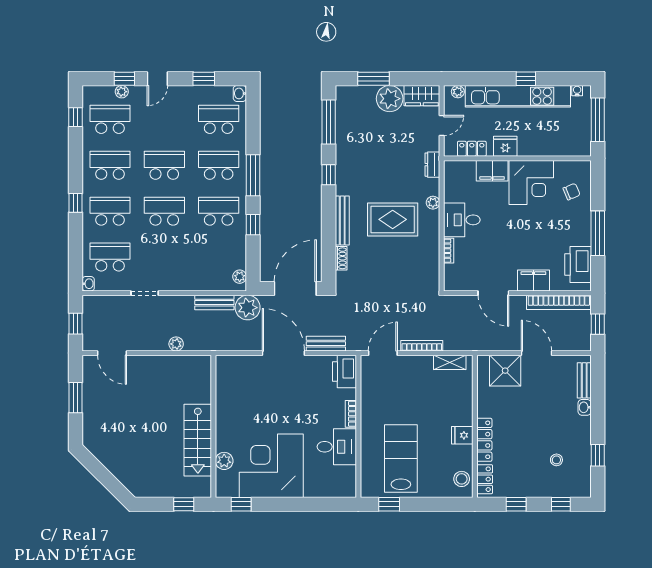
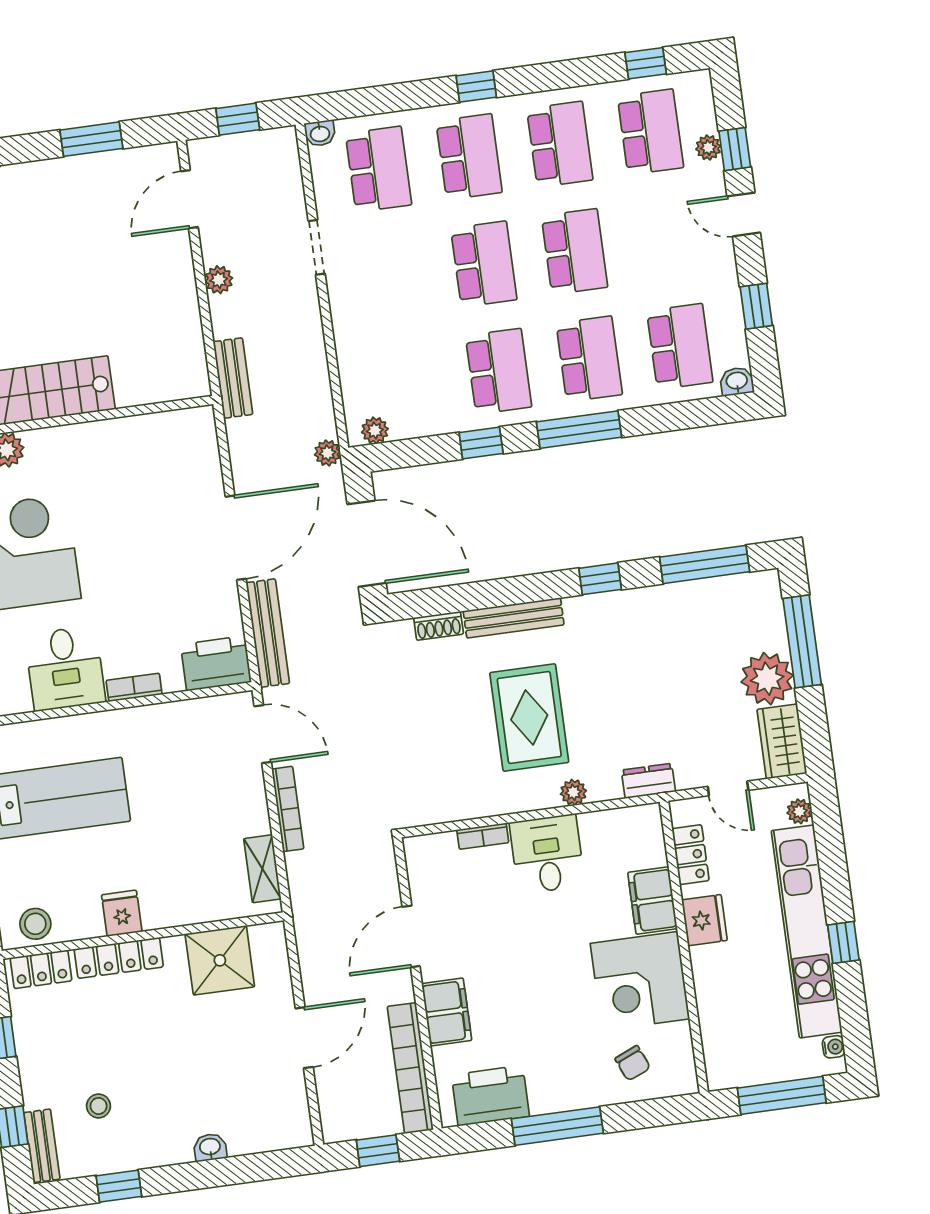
window: (374, 79) -> (802, 641), width x1.44
bench: (214, 303) -> (233, 378), moved
plant: (248, 308) -> (327, 453), width x0.53, depth x0.53
plant: (176, 344) -> (219, 280), moved
bench: (326, 344) -> (268, 633), width x1.36
shower: (505, 371) -> (220, 960), moved
bench: (584, 380) -> (42, 1146), moved, turned 90

